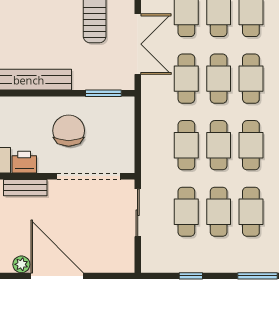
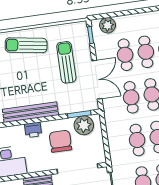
plant: (108, 111) -> (84, 125), added
printer: (24, 162) -> (33, 130), moved, turned 180

